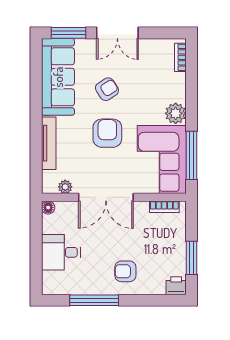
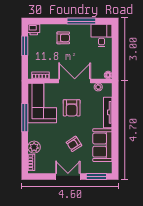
sofa: (58, 77) -> (102, 145), width x0.73
plant: (176, 113) -> (34, 147), moved
armchair: (107, 133) -> (72, 108), moved
window: (192, 155) -> (25, 118), moved
desk: (61, 252) -> (102, 35), moved, turned -90

